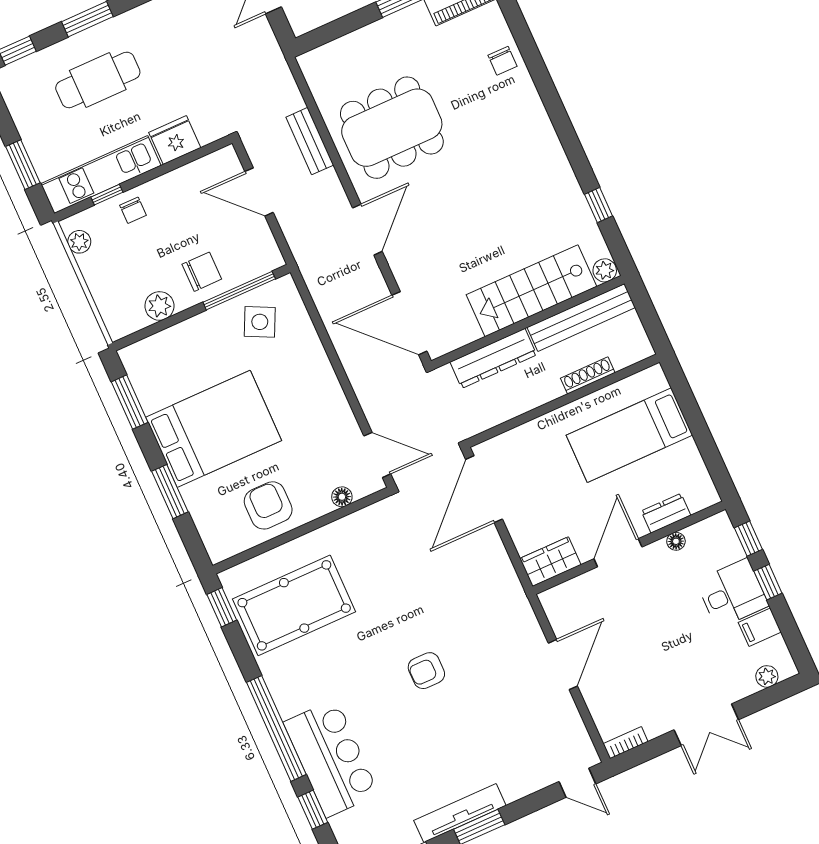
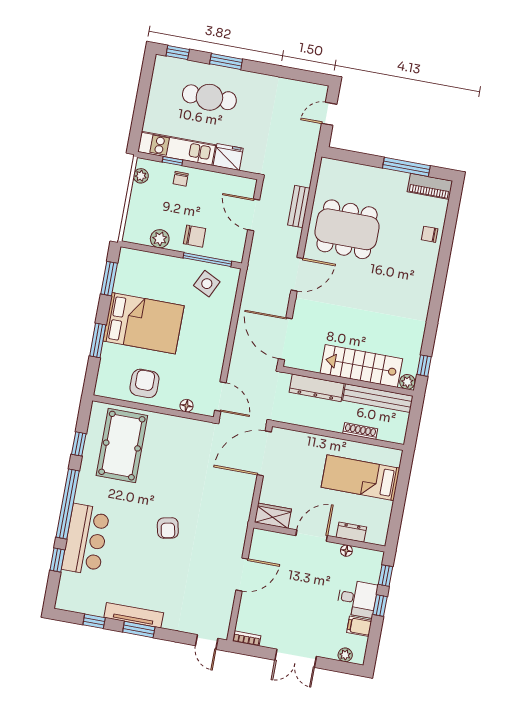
chair: (502, 61) -> (430, 234), turned 90
window: (23, 165) -> (139, 115), removed
window: (599, 205) -> (424, 366), moved
pool table: (294, 605) -> (122, 446), turned 90
window: (222, 607) -> (79, 444), moved
armchair: (426, 671) -> (168, 528), turned -102

